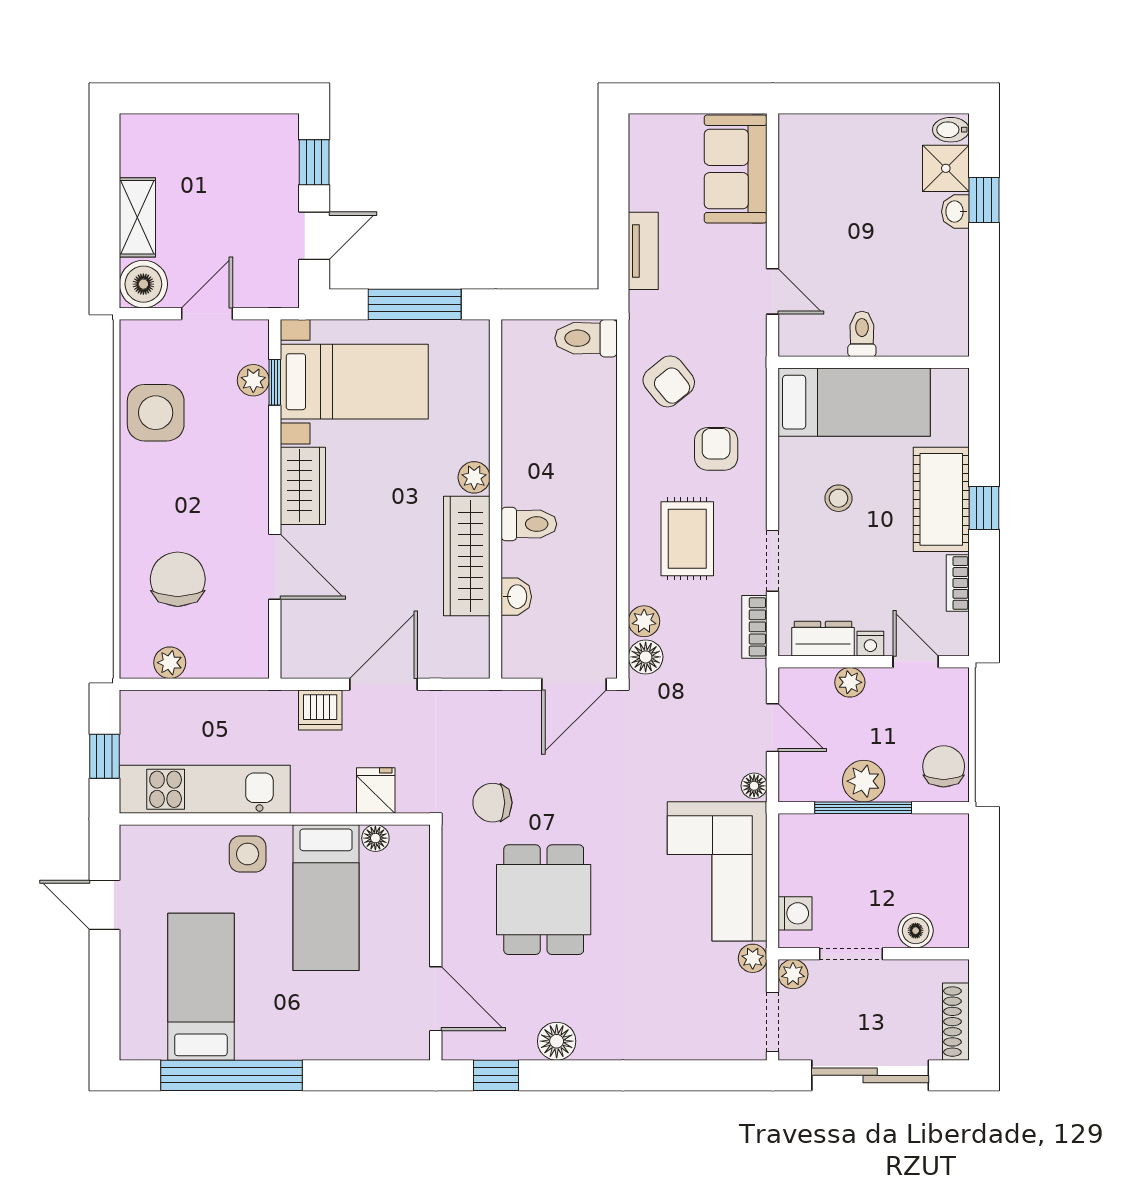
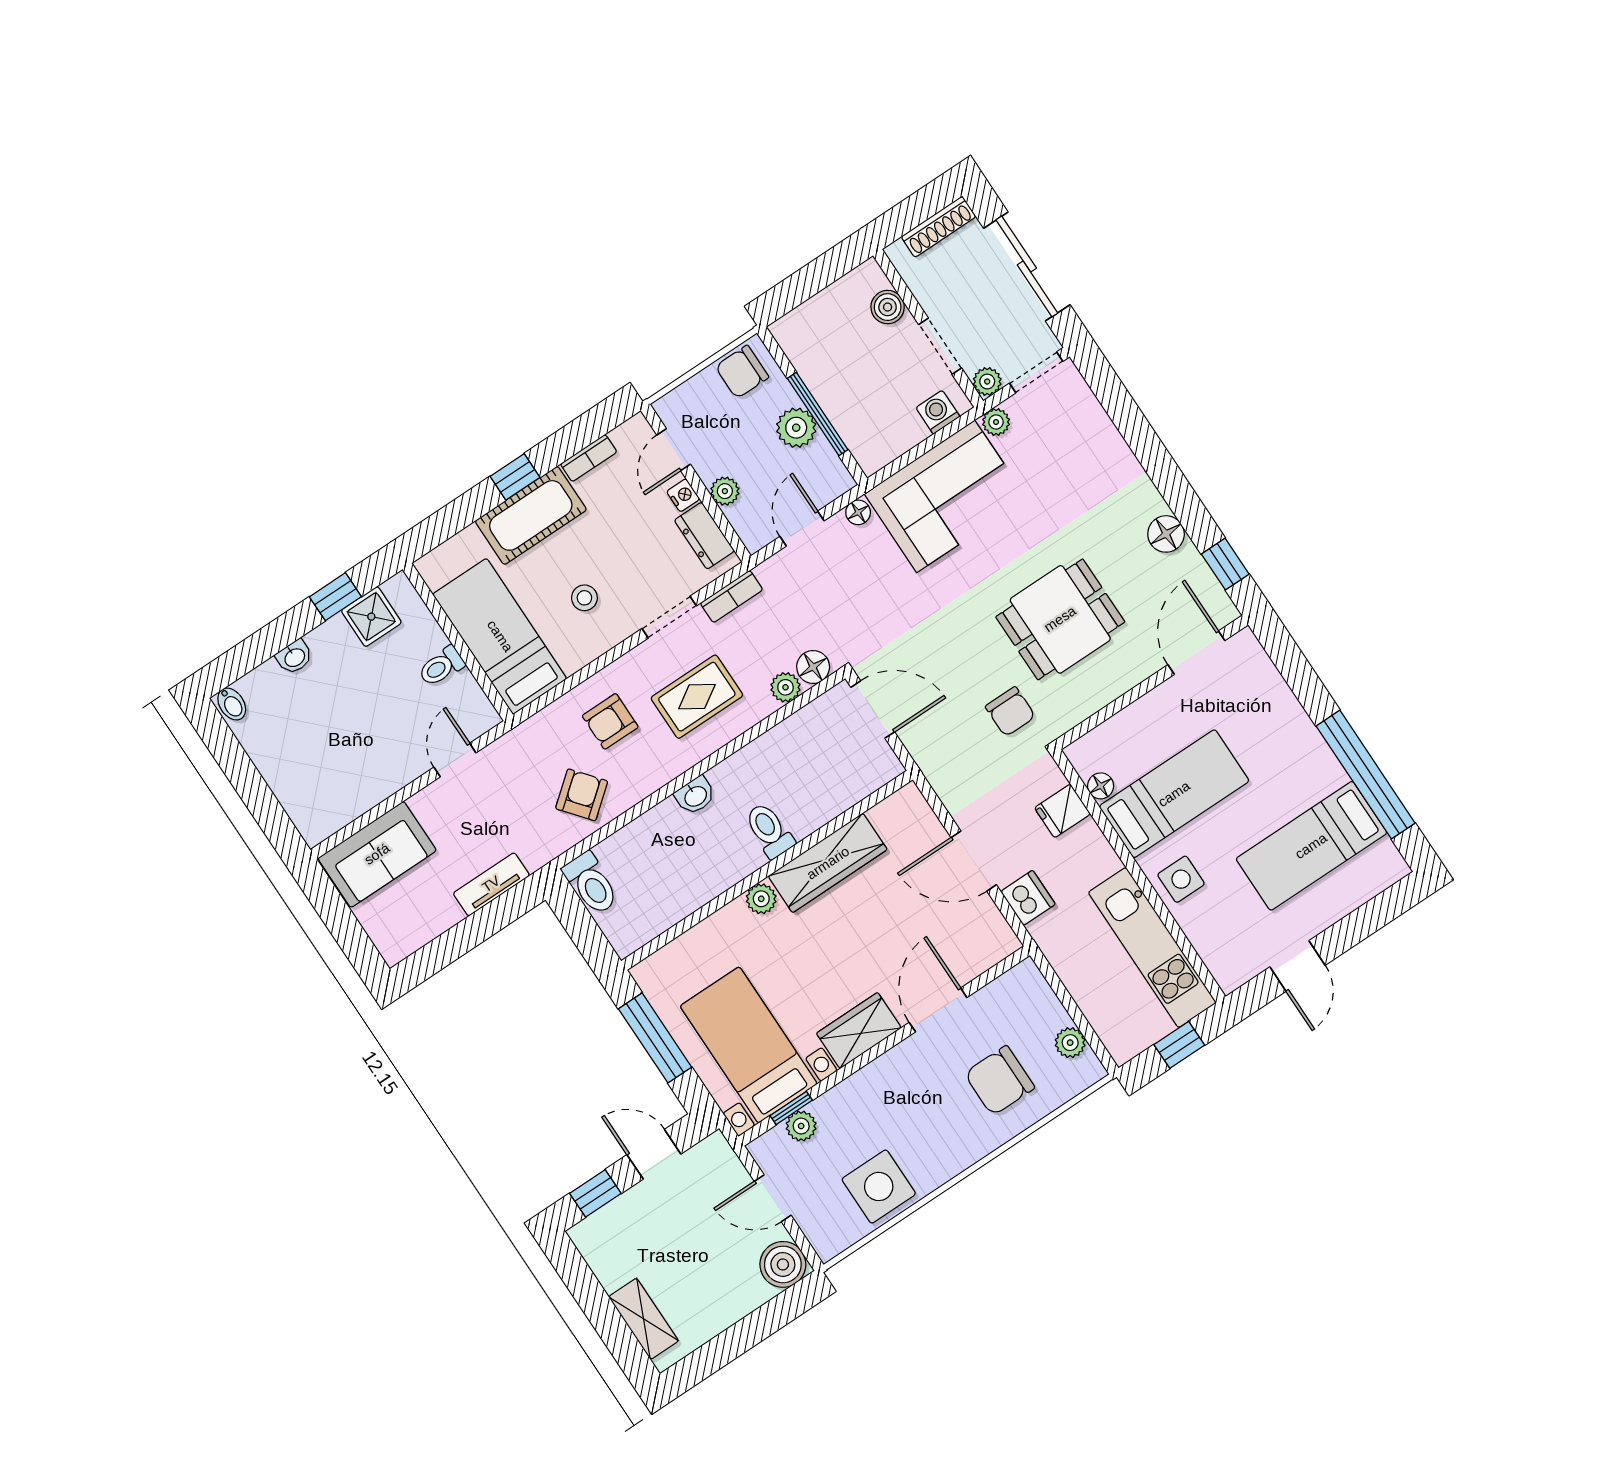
shower: (946, 168) -> (371, 617), moved
window: (984, 200) -> (335, 597), moved
shelving: (137, 217) -> (644, 1319), moved, turned 90
washbasin: (516, 597) -> (695, 796), moved, turned 180

